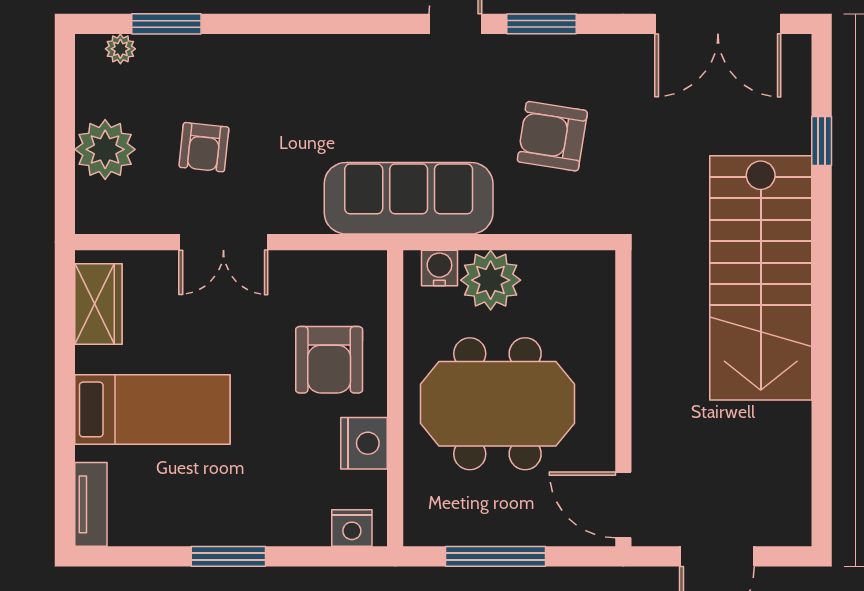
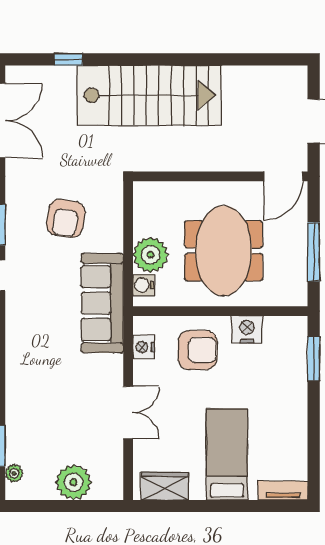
armchair: (204, 147) -> (72, 424), removed
nightstand: (352, 528) -> (144, 347), moved, turned 180
window: (228, 556) -> (314, 359), moved

